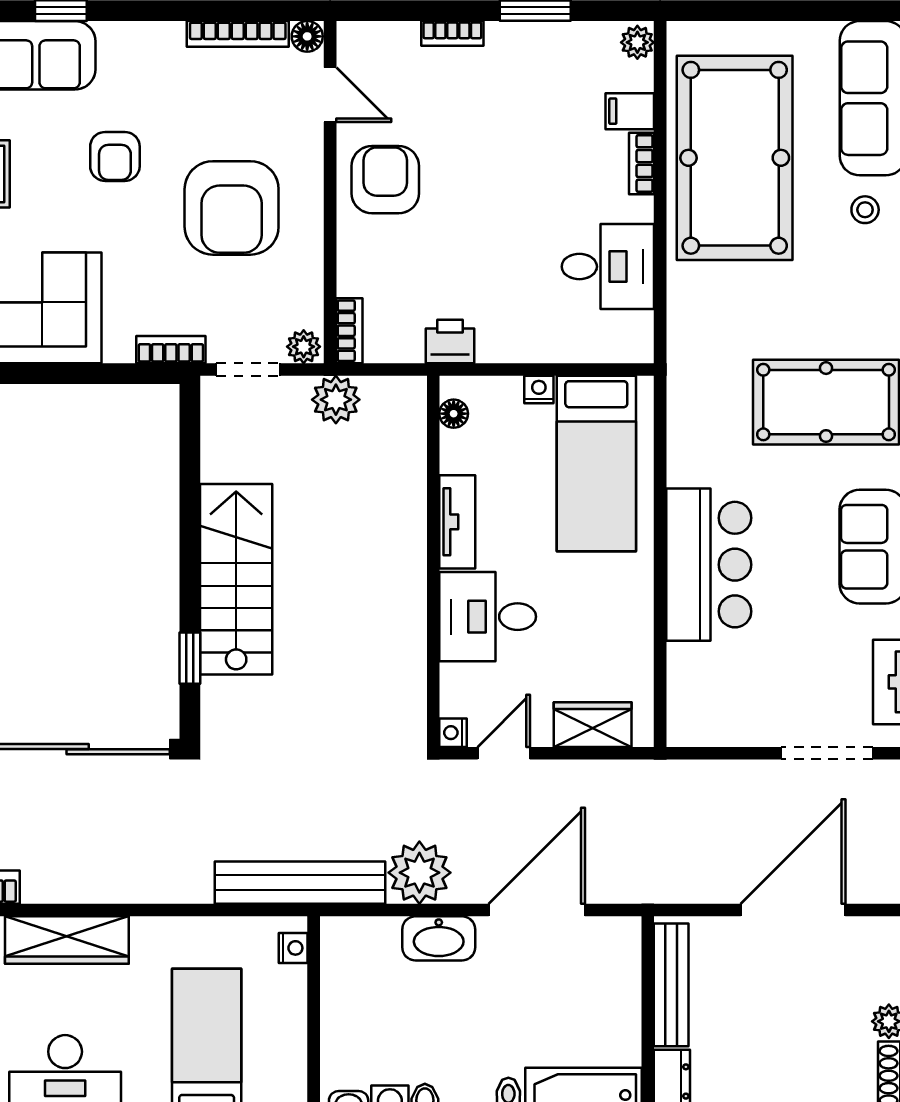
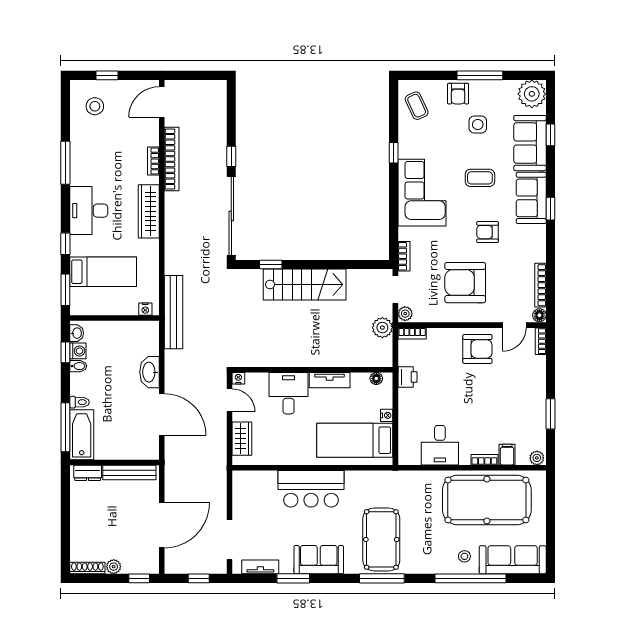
bookcase: (452, 33) -> (541, 341), moved
plant: (419, 873) -> (178, 364), removed
door: (793, 910) -> (162, 525), hinge flipped

